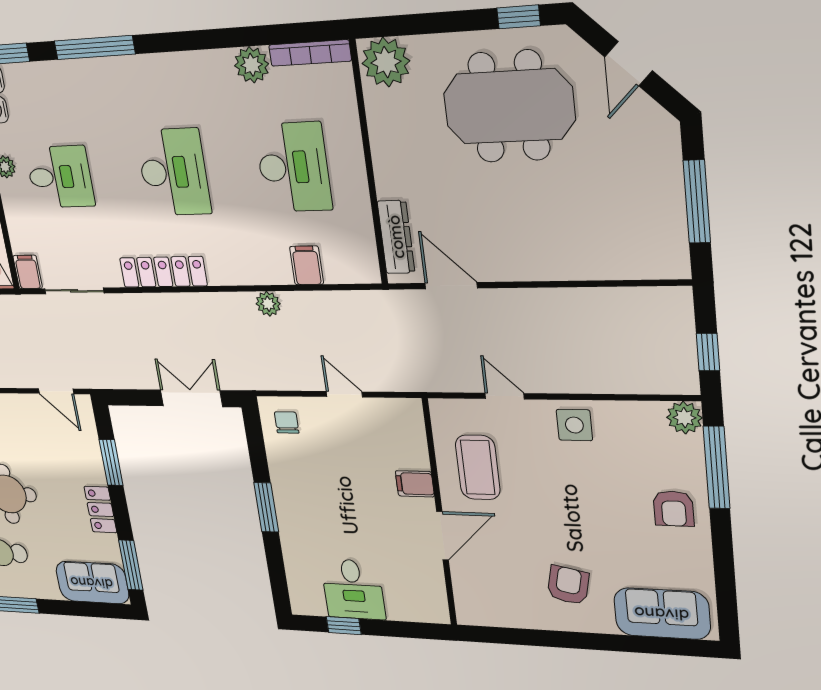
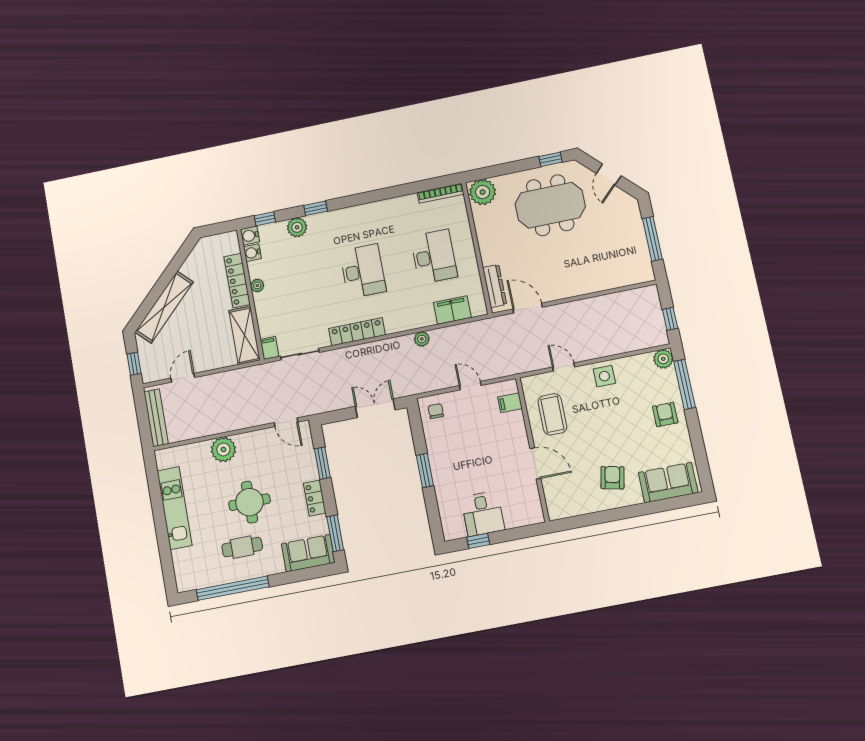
window: (95, 47) -> (316, 208), width x0.46
plant: (252, 65) -> (297, 227), moved
desk: (60, 177) -> (292, 286), removed
filing cabinet: (307, 265) -> (452, 310), width x2.00
filing cabinet: (415, 484) -> (510, 403), moved
armchair: (674, 509) -> (665, 414), turned 180
door: (442, 536) -> (535, 463), hinge flipped

